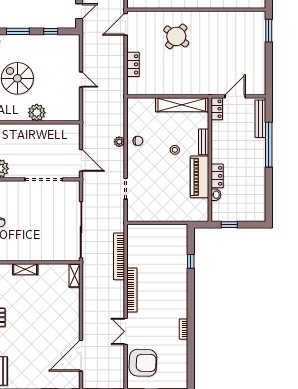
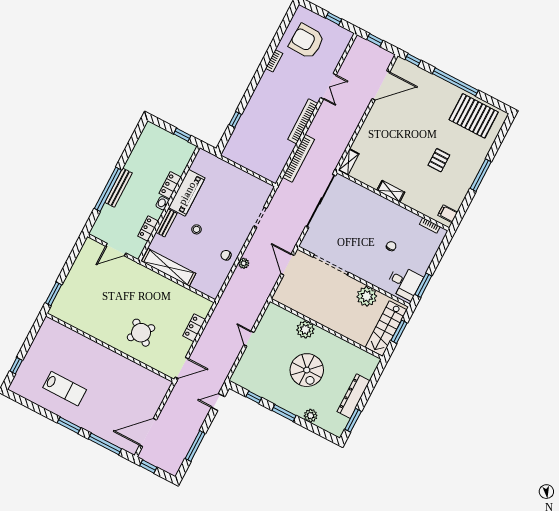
locker: (217, 109) -> (148, 229), moved
bench: (260, 119) -> (119, 188), moved
washbasin: (216, 195) -> (162, 203), moved
armchair: (143, 363) -> (307, 41), moved

